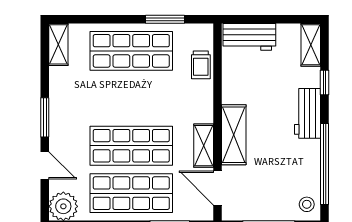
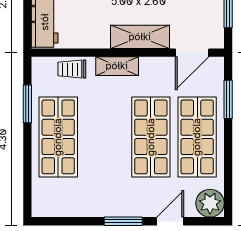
shelving: (58, 44) -> (52, 208), removed
trolley: (201, 65) -> (72, 69), turned 180
shelving: (204, 146) -> (117, 66), moved

